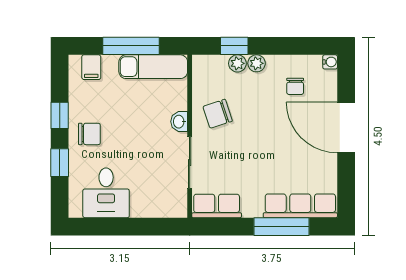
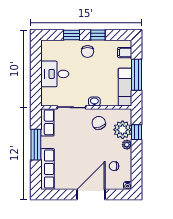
plant: (237, 63) -> (123, 130), width x1.88, depth x1.88
desk: (106, 193) -> (55, 74), moved
window: (281, 227) -> (36, 145), moved

